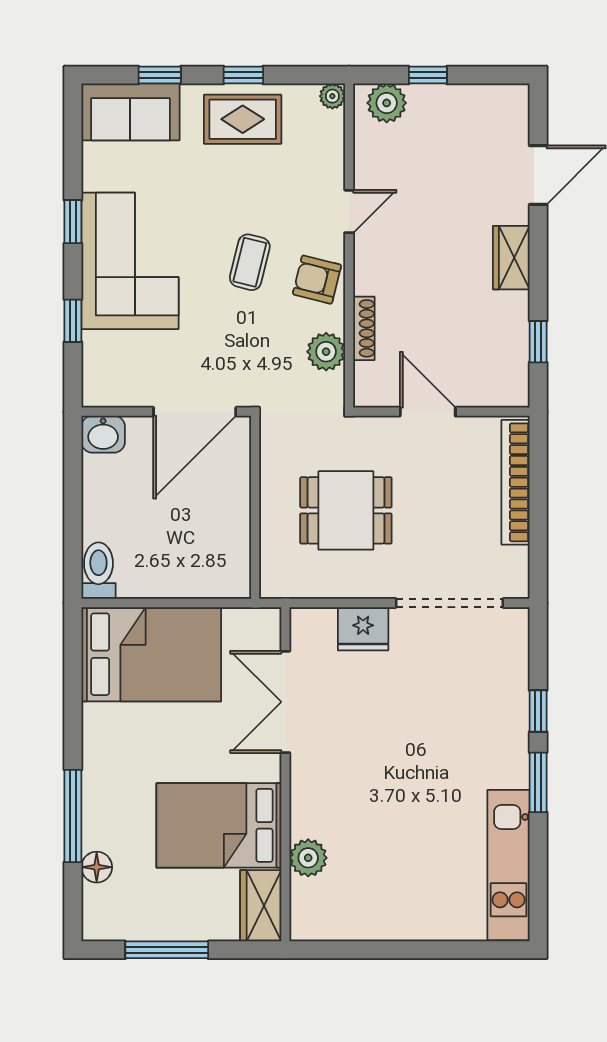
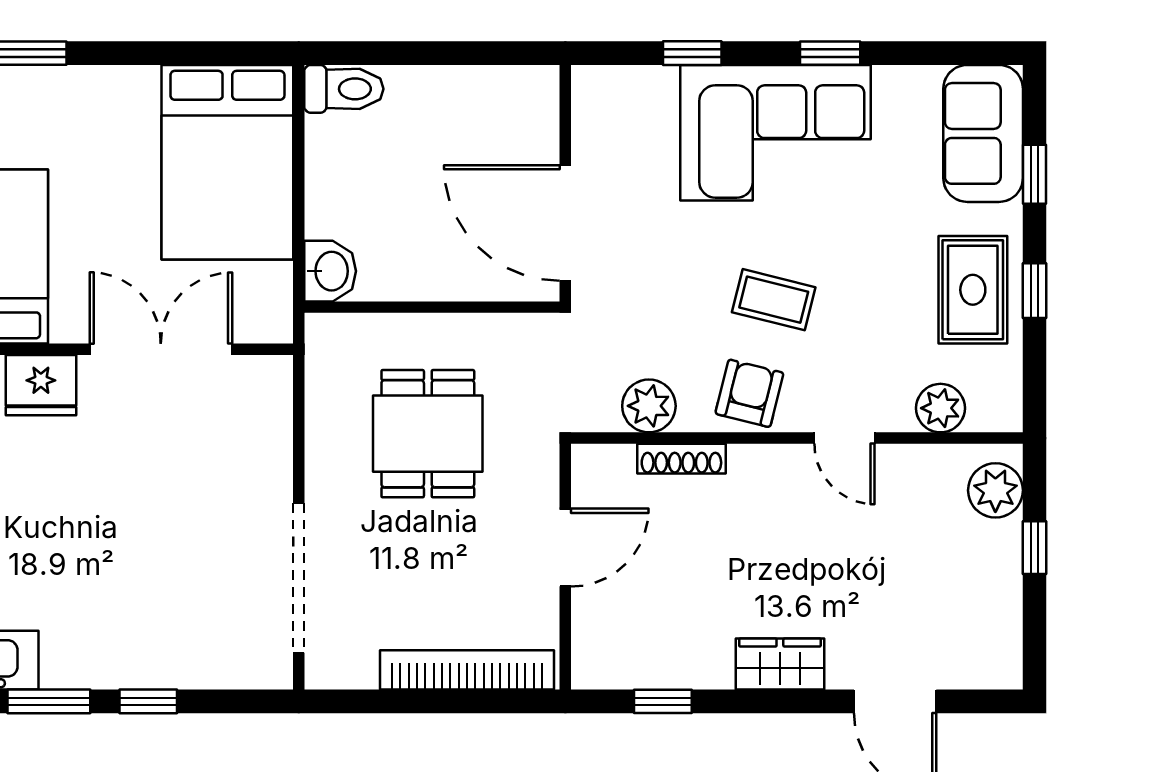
plant: (332, 96) -> (940, 408), moved, width x1.38, depth x1.38
washbasin: (103, 434) -> (330, 271), moved, turned 180
fridge: (363, 629) -> (41, 385), moved, turned -90

